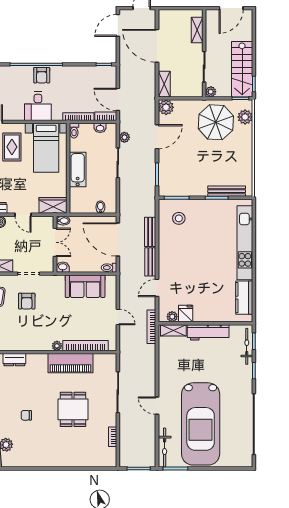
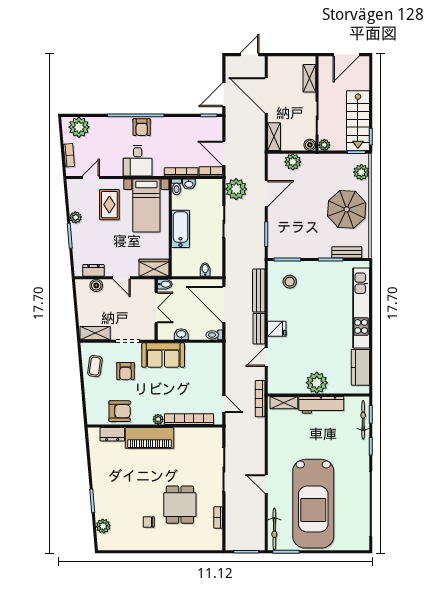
door: (118, 25) -> (224, 95), moved
boiler: (197, 92) -> (310, 145), added
plant: (166, 107) -> (293, 162), moved
parasol: (216, 122) -> (347, 209), moved
washbasin: (100, 128) -> (189, 184), moved
plant: (124, 137) -> (236, 189), width x1.88, depth x1.88
bench: (227, 191) -> (347, 252), width x0.73
bench: (150, 232) -> (259, 291), width x1.36
washbasin: (63, 267) -> (181, 334), moved
sofa: (85, 286) -> (163, 355), moved
fridge: (186, 314) -> (277, 329), moved, turned 90
door: (118, 317) -> (224, 404), moved
plant: (172, 317) -> (317, 383), moved, width x1.87, depth x1.87
armchair: (21, 338) -> (120, 411), added
piano: (70, 363) -> (149, 438), moved
dining table: (73, 409) -> (180, 505), moved
chair: (26, 415) -> (149, 522), moved

